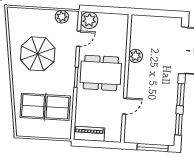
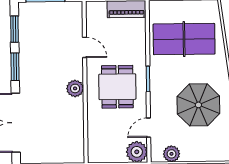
plant: (136, 56) -> (75, 88), moved
dining table: (101, 73) -> (117, 87), width x0.73
door: (124, 106) -> (85, 47), swing flipped

